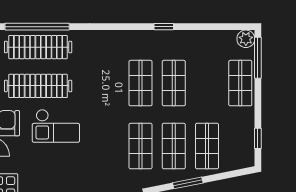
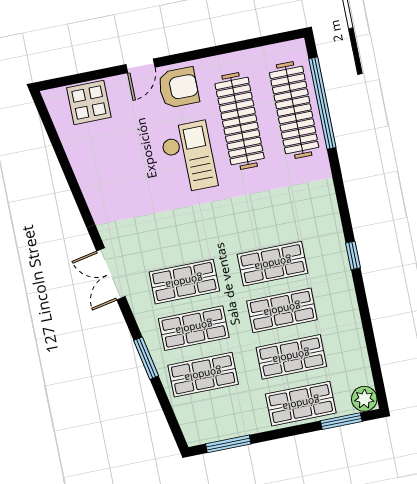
window: (164, 27) -> (353, 255), moved
window: (258, 58) -> (341, 421), width x0.69
shop shelf: (207, 83) -> (291, 357), added
checkout: (56, 126) -> (189, 157), turned 180
window: (258, 138) -> (228, 444), width x1.50

